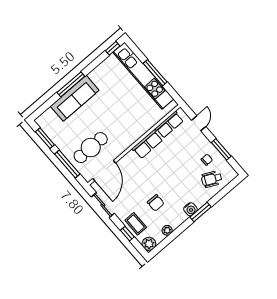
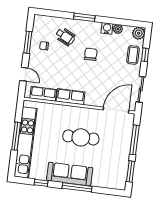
window: (113, 48) -> (41, 183), moved
sofa: (75, 98) -> (70, 174), moved
door: (199, 123) -> (24, 74), swing flipped
cafe table: (91, 148) -> (81, 137), moved
wheelchair: (212, 179) -> (65, 37), moved
chair: (156, 203) -> (91, 54), moved
water cooler: (190, 209) -> (107, 28), moved

